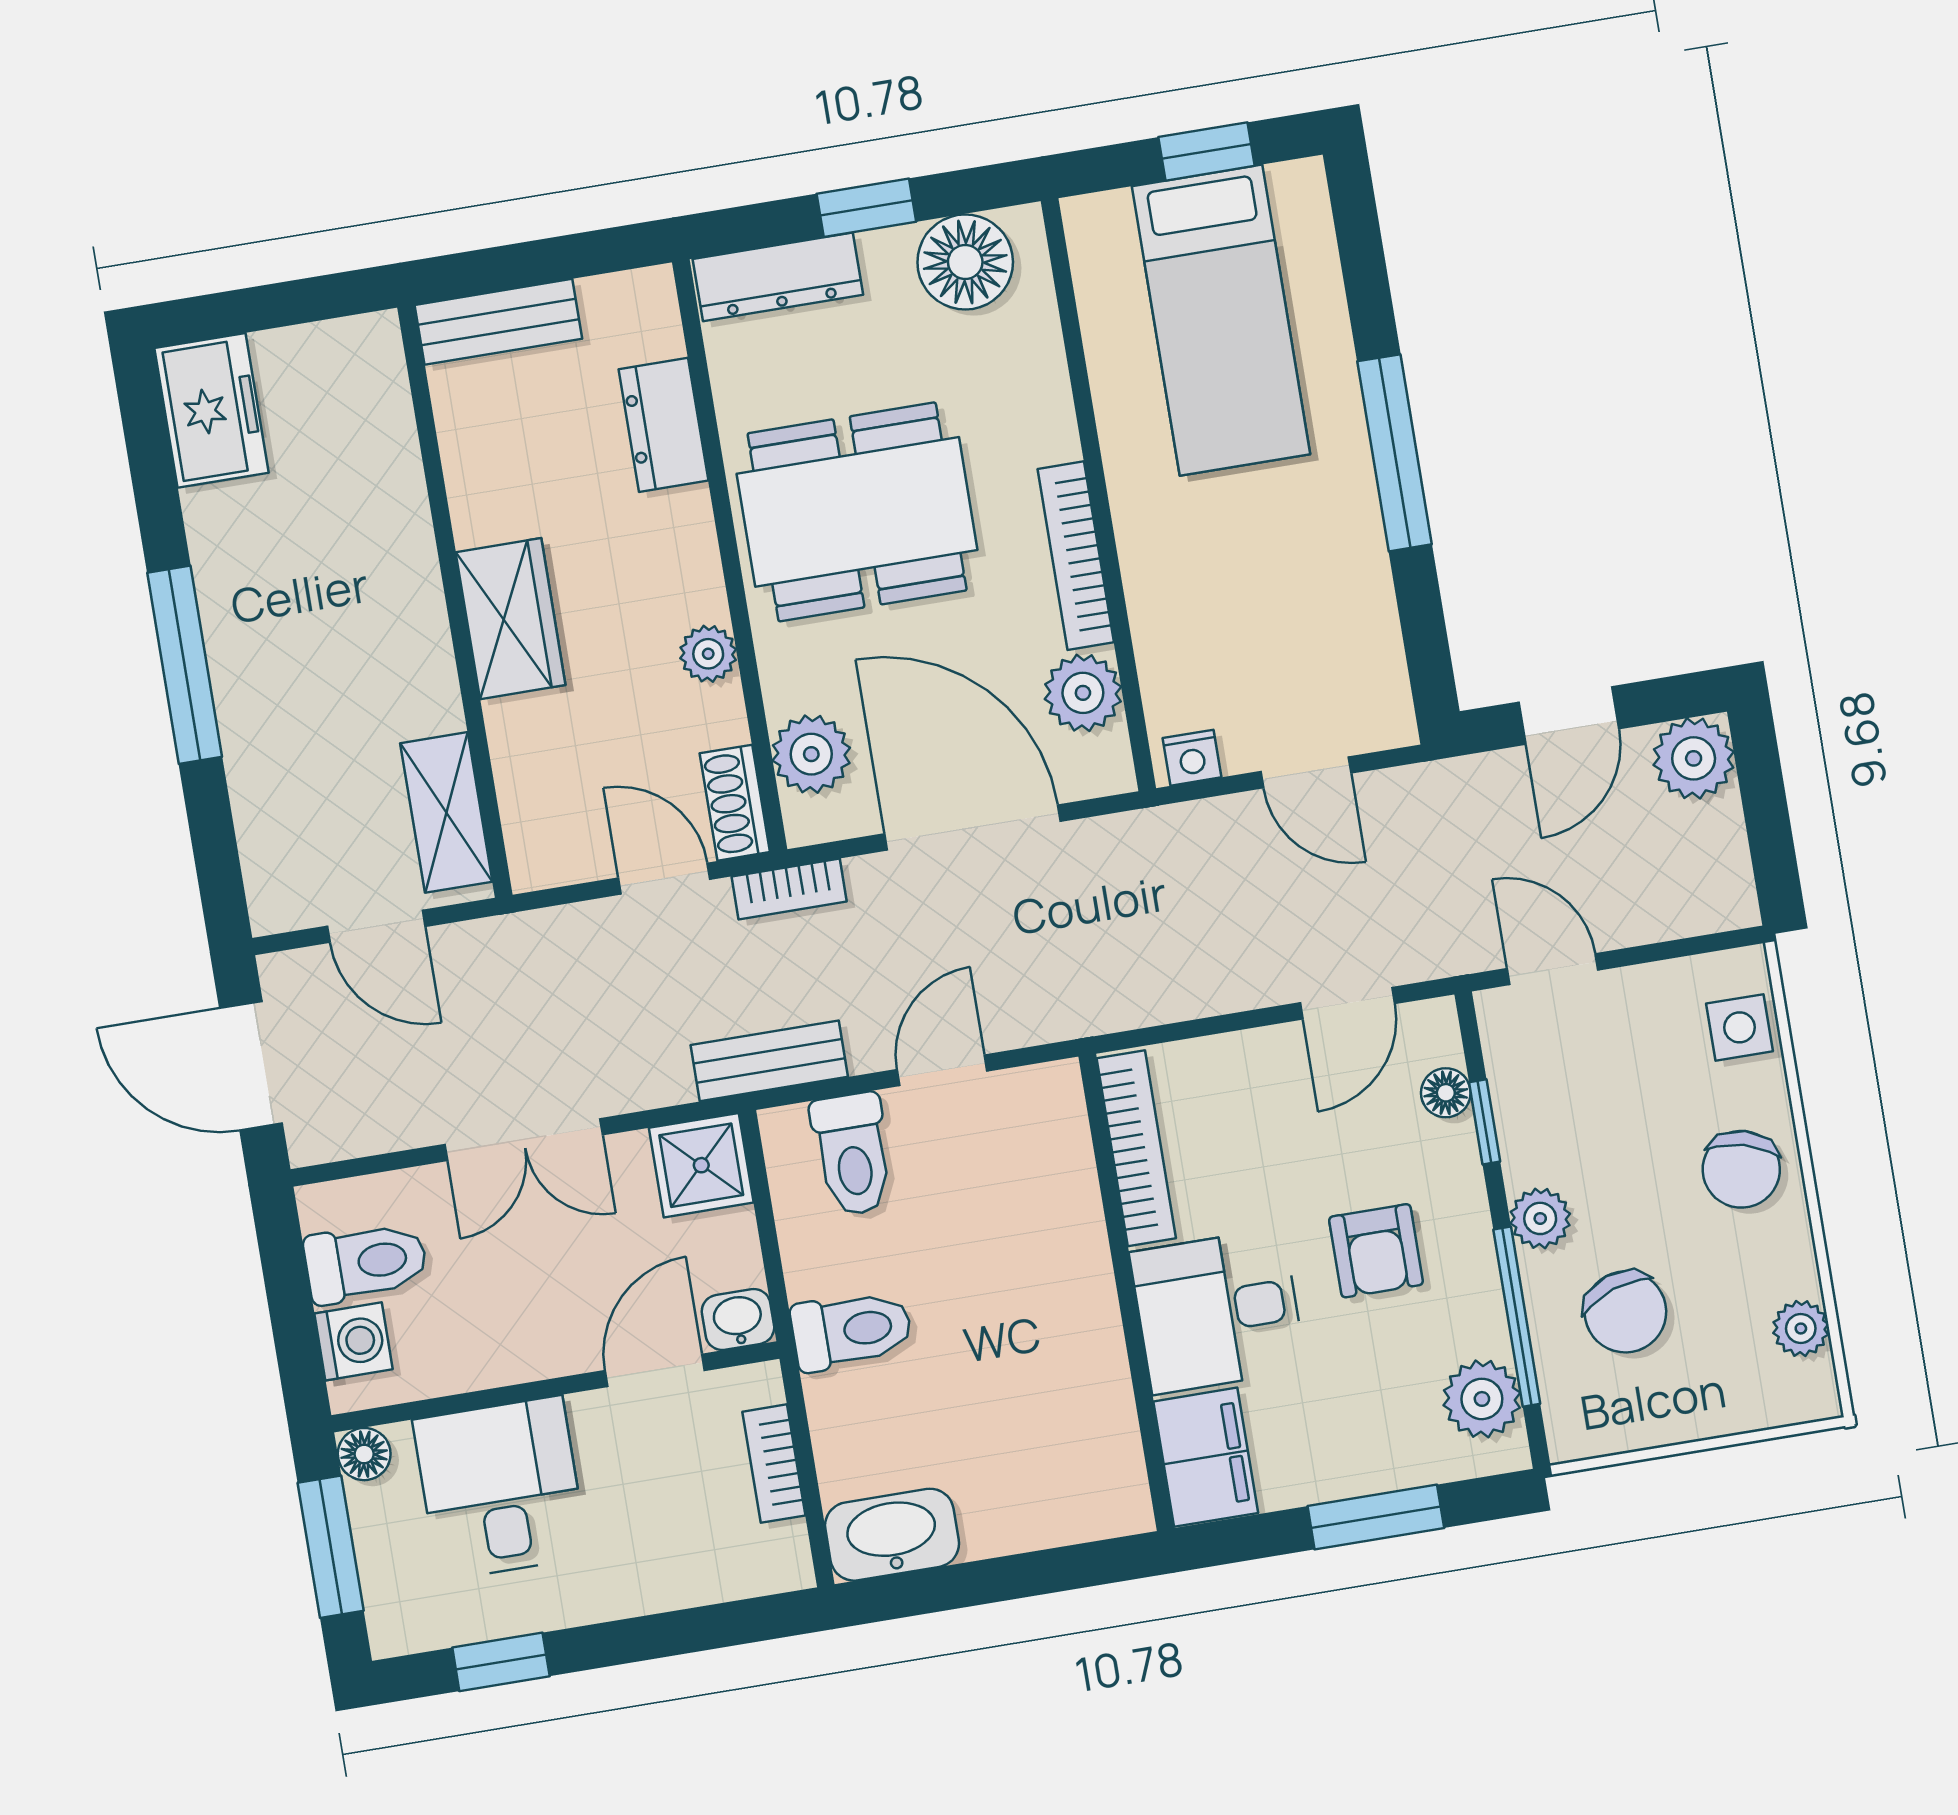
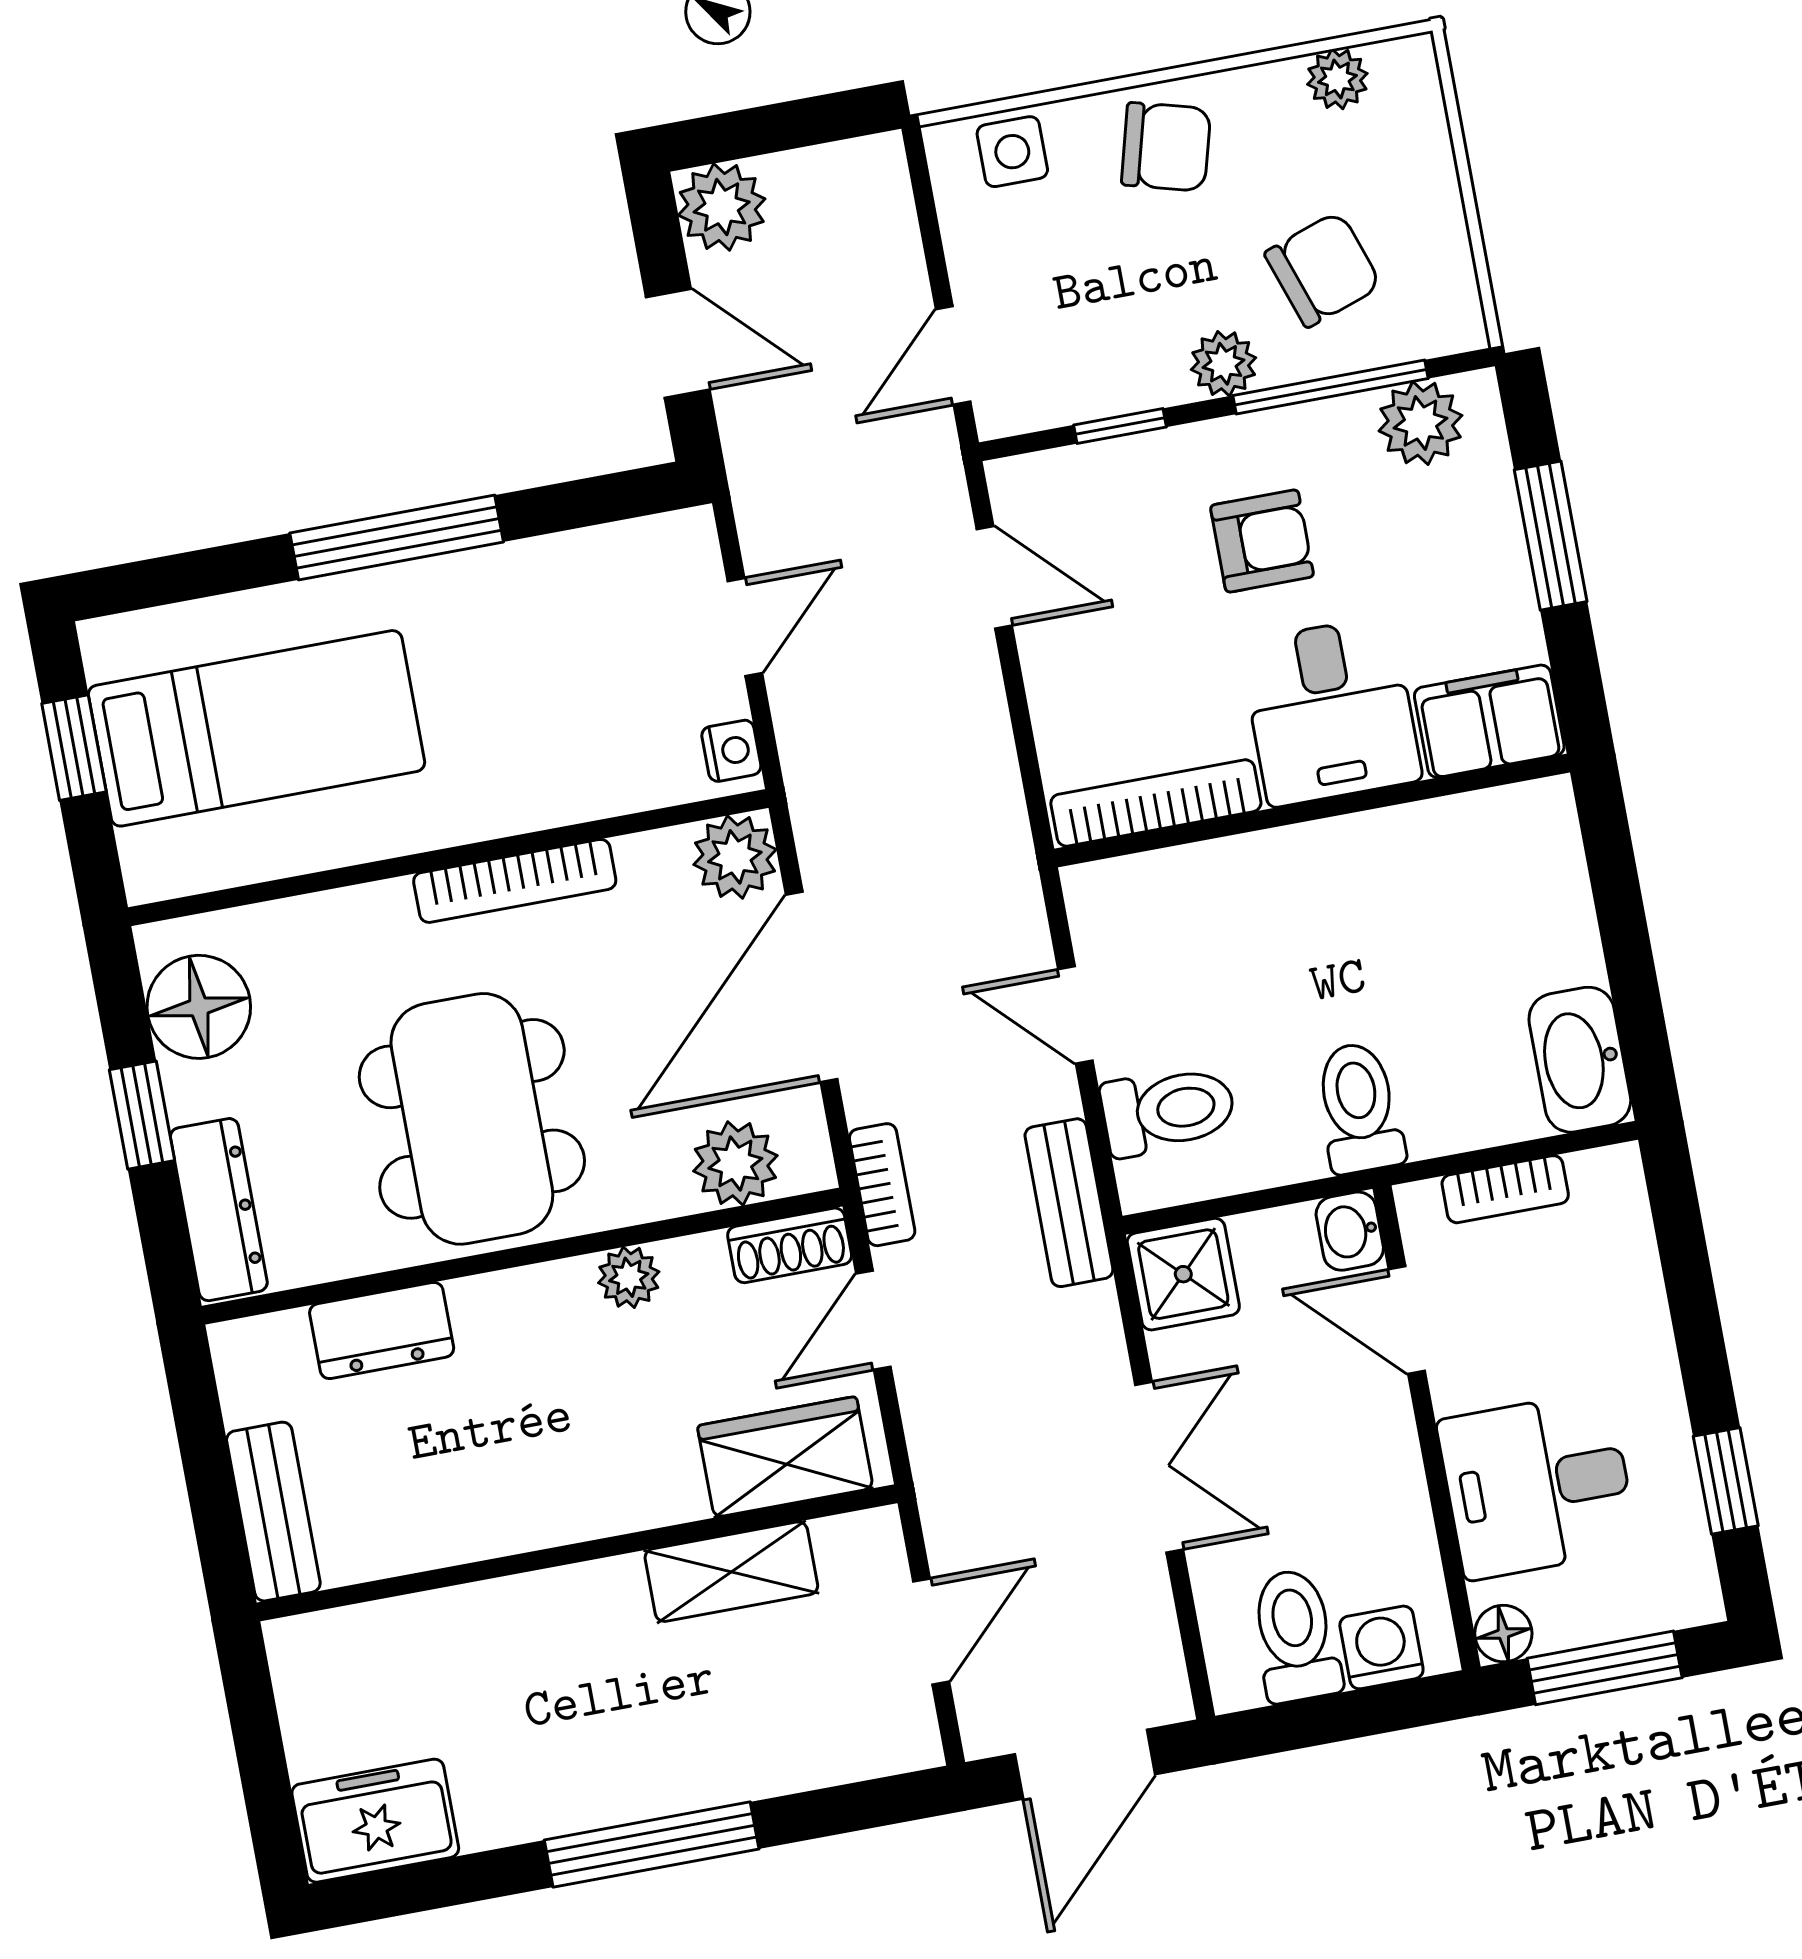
wardrobe: (511, 619) -> (785, 1457), moved
plant: (1083, 693) -> (735, 857), moved
shelving: (446, 812) -> (731, 1572), moved
floor lamp: (1446, 1093) -> (1089, 469), removed

